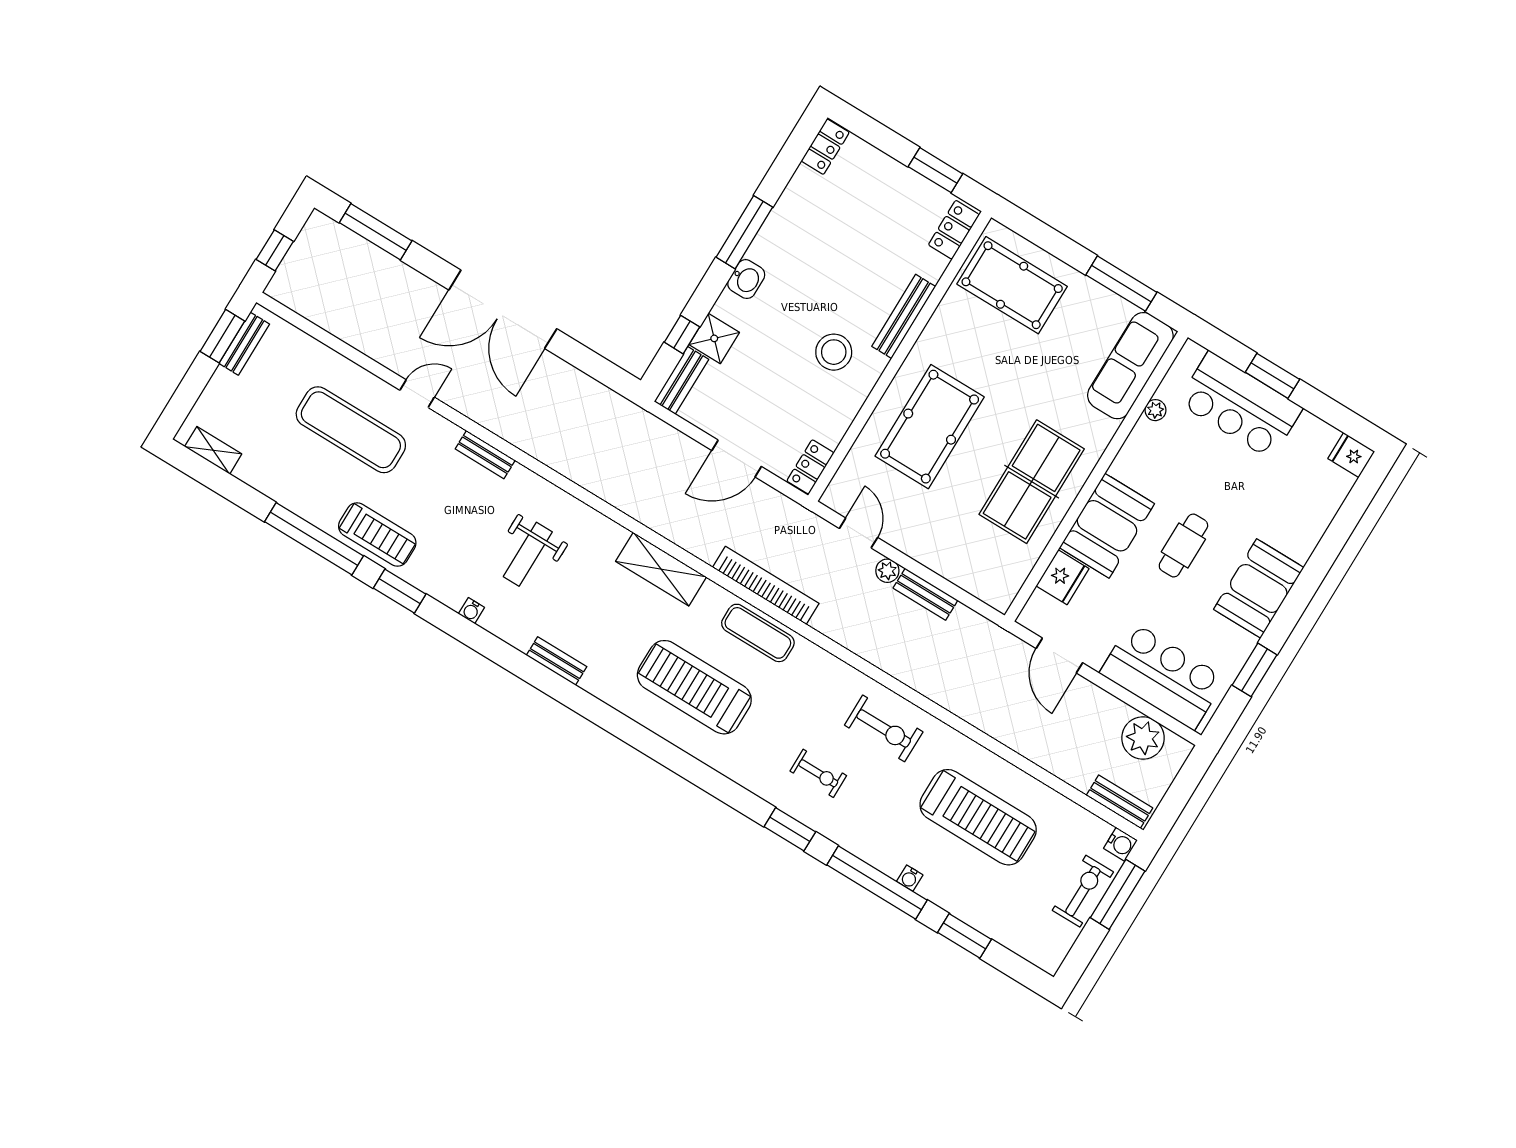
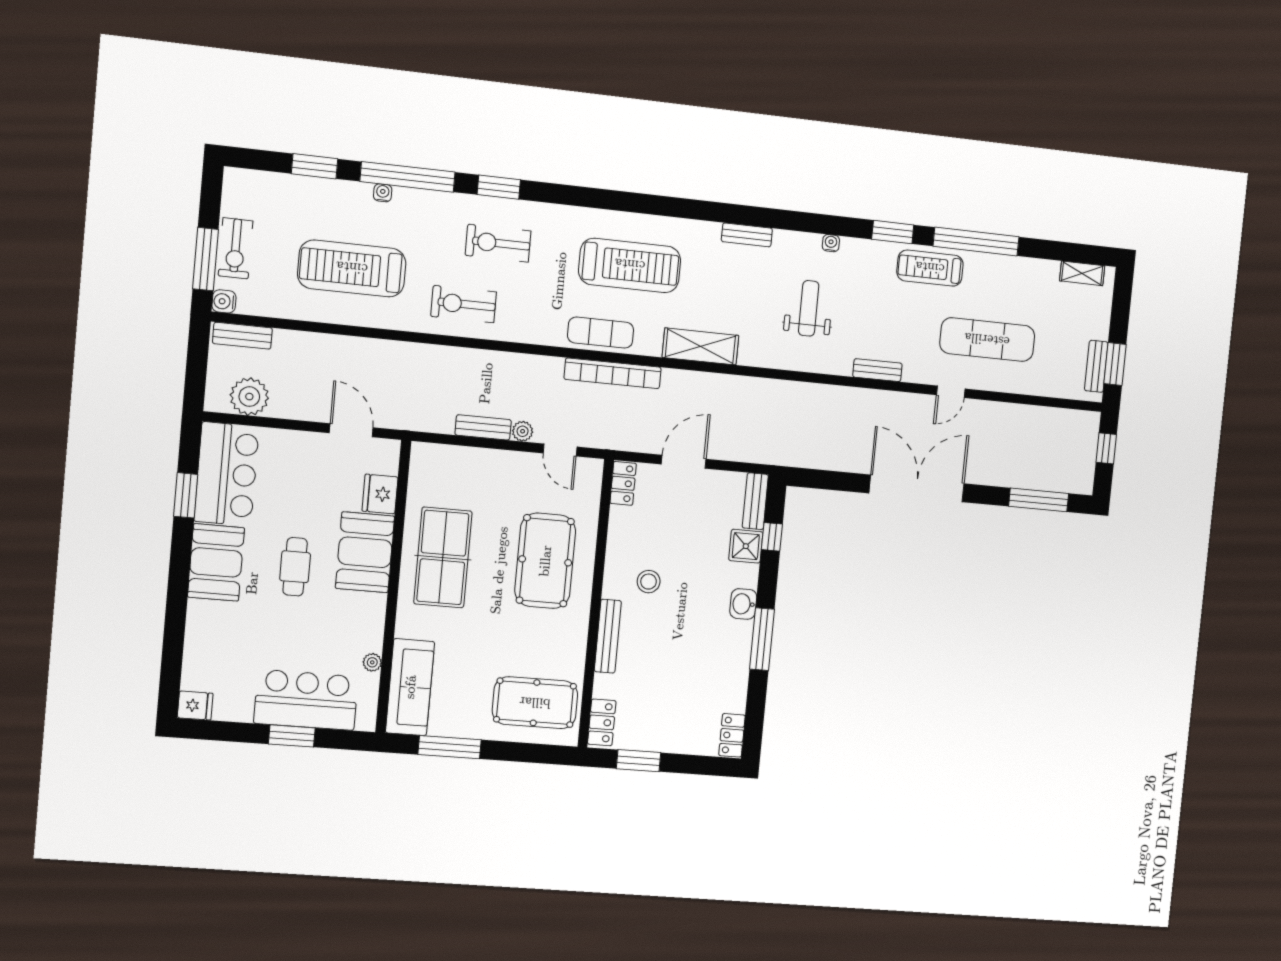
stool: (834, 352) -> (649, 582), width x0.73, depth x0.73
bar counter: (1163, 676) -> (227, 474), moved, turned -90
exercise bike: (818, 773) -> (498, 243), width x1.38, depth x1.39

